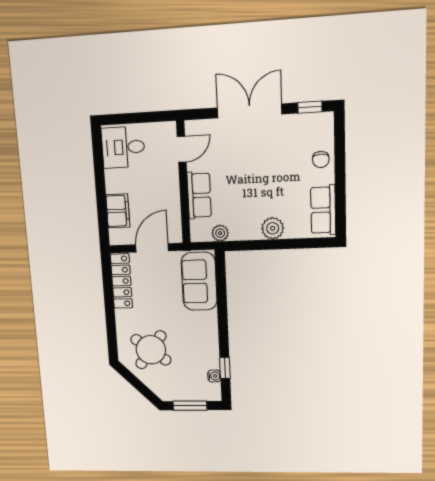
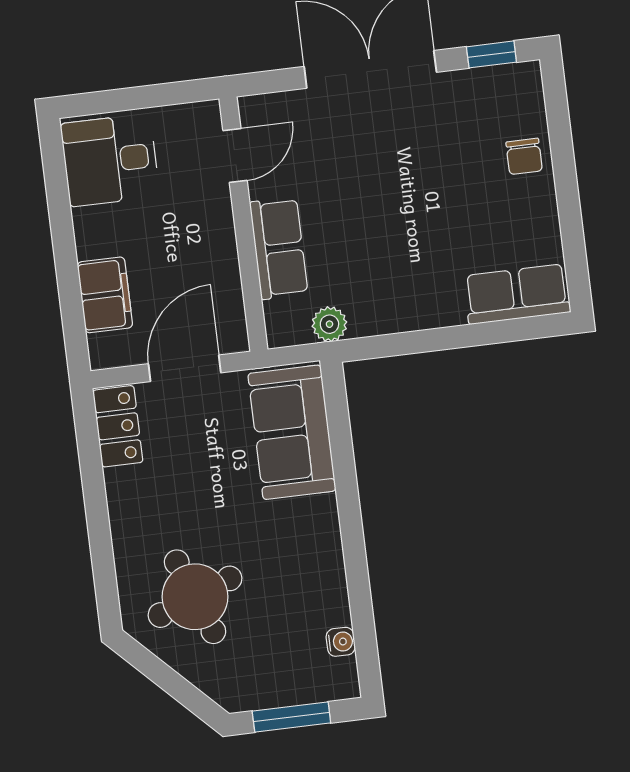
row of seats: (323, 210) -> (517, 294), moved, turned 90
plant: (273, 228) -> (439, 305), removed
locker: (121, 281) -> (118, 426), width x0.66
round table: (151, 350) -> (195, 597), turned 32
window: (225, 368) -> (363, 621), removed

